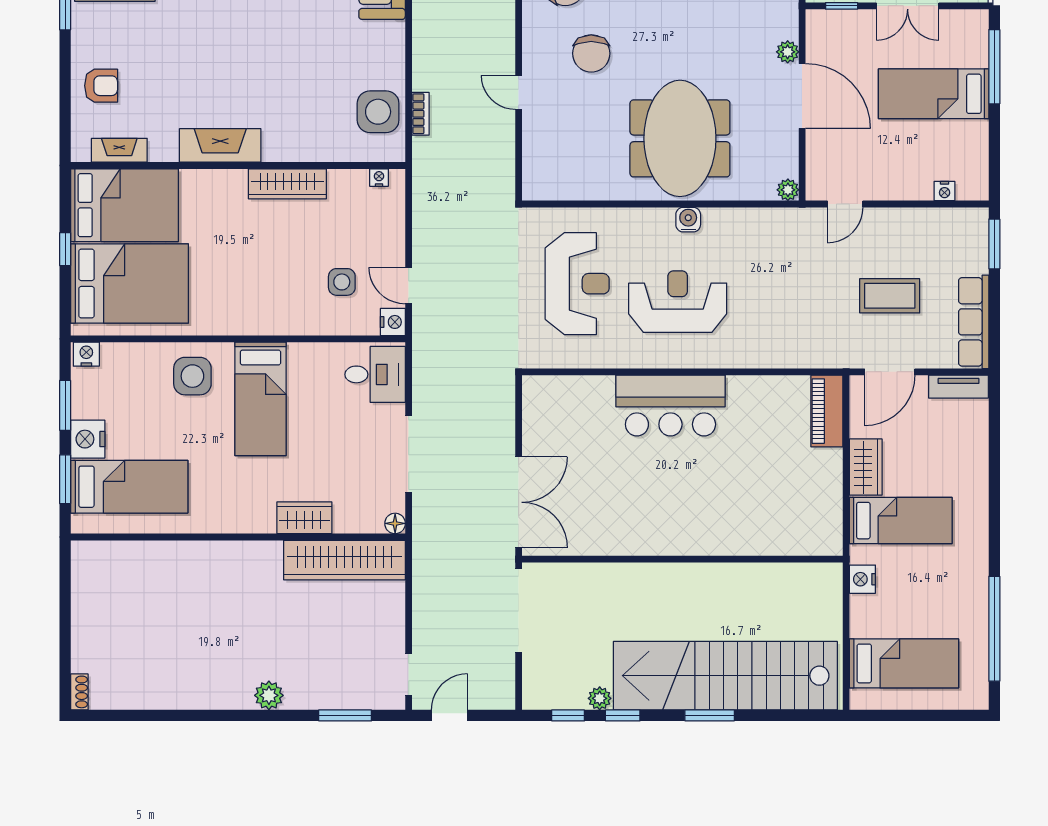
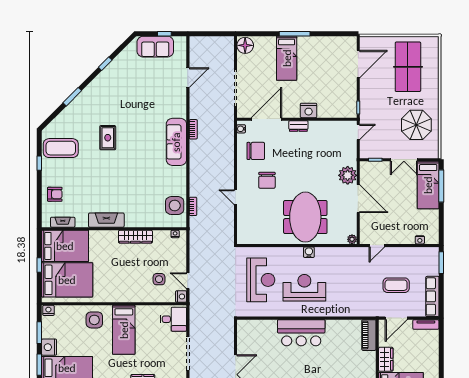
plant: (788, 52) -> (348, 175), width x1.88, depth x1.88
bed: (934, 94) -> (428, 185), moved, turned -90

